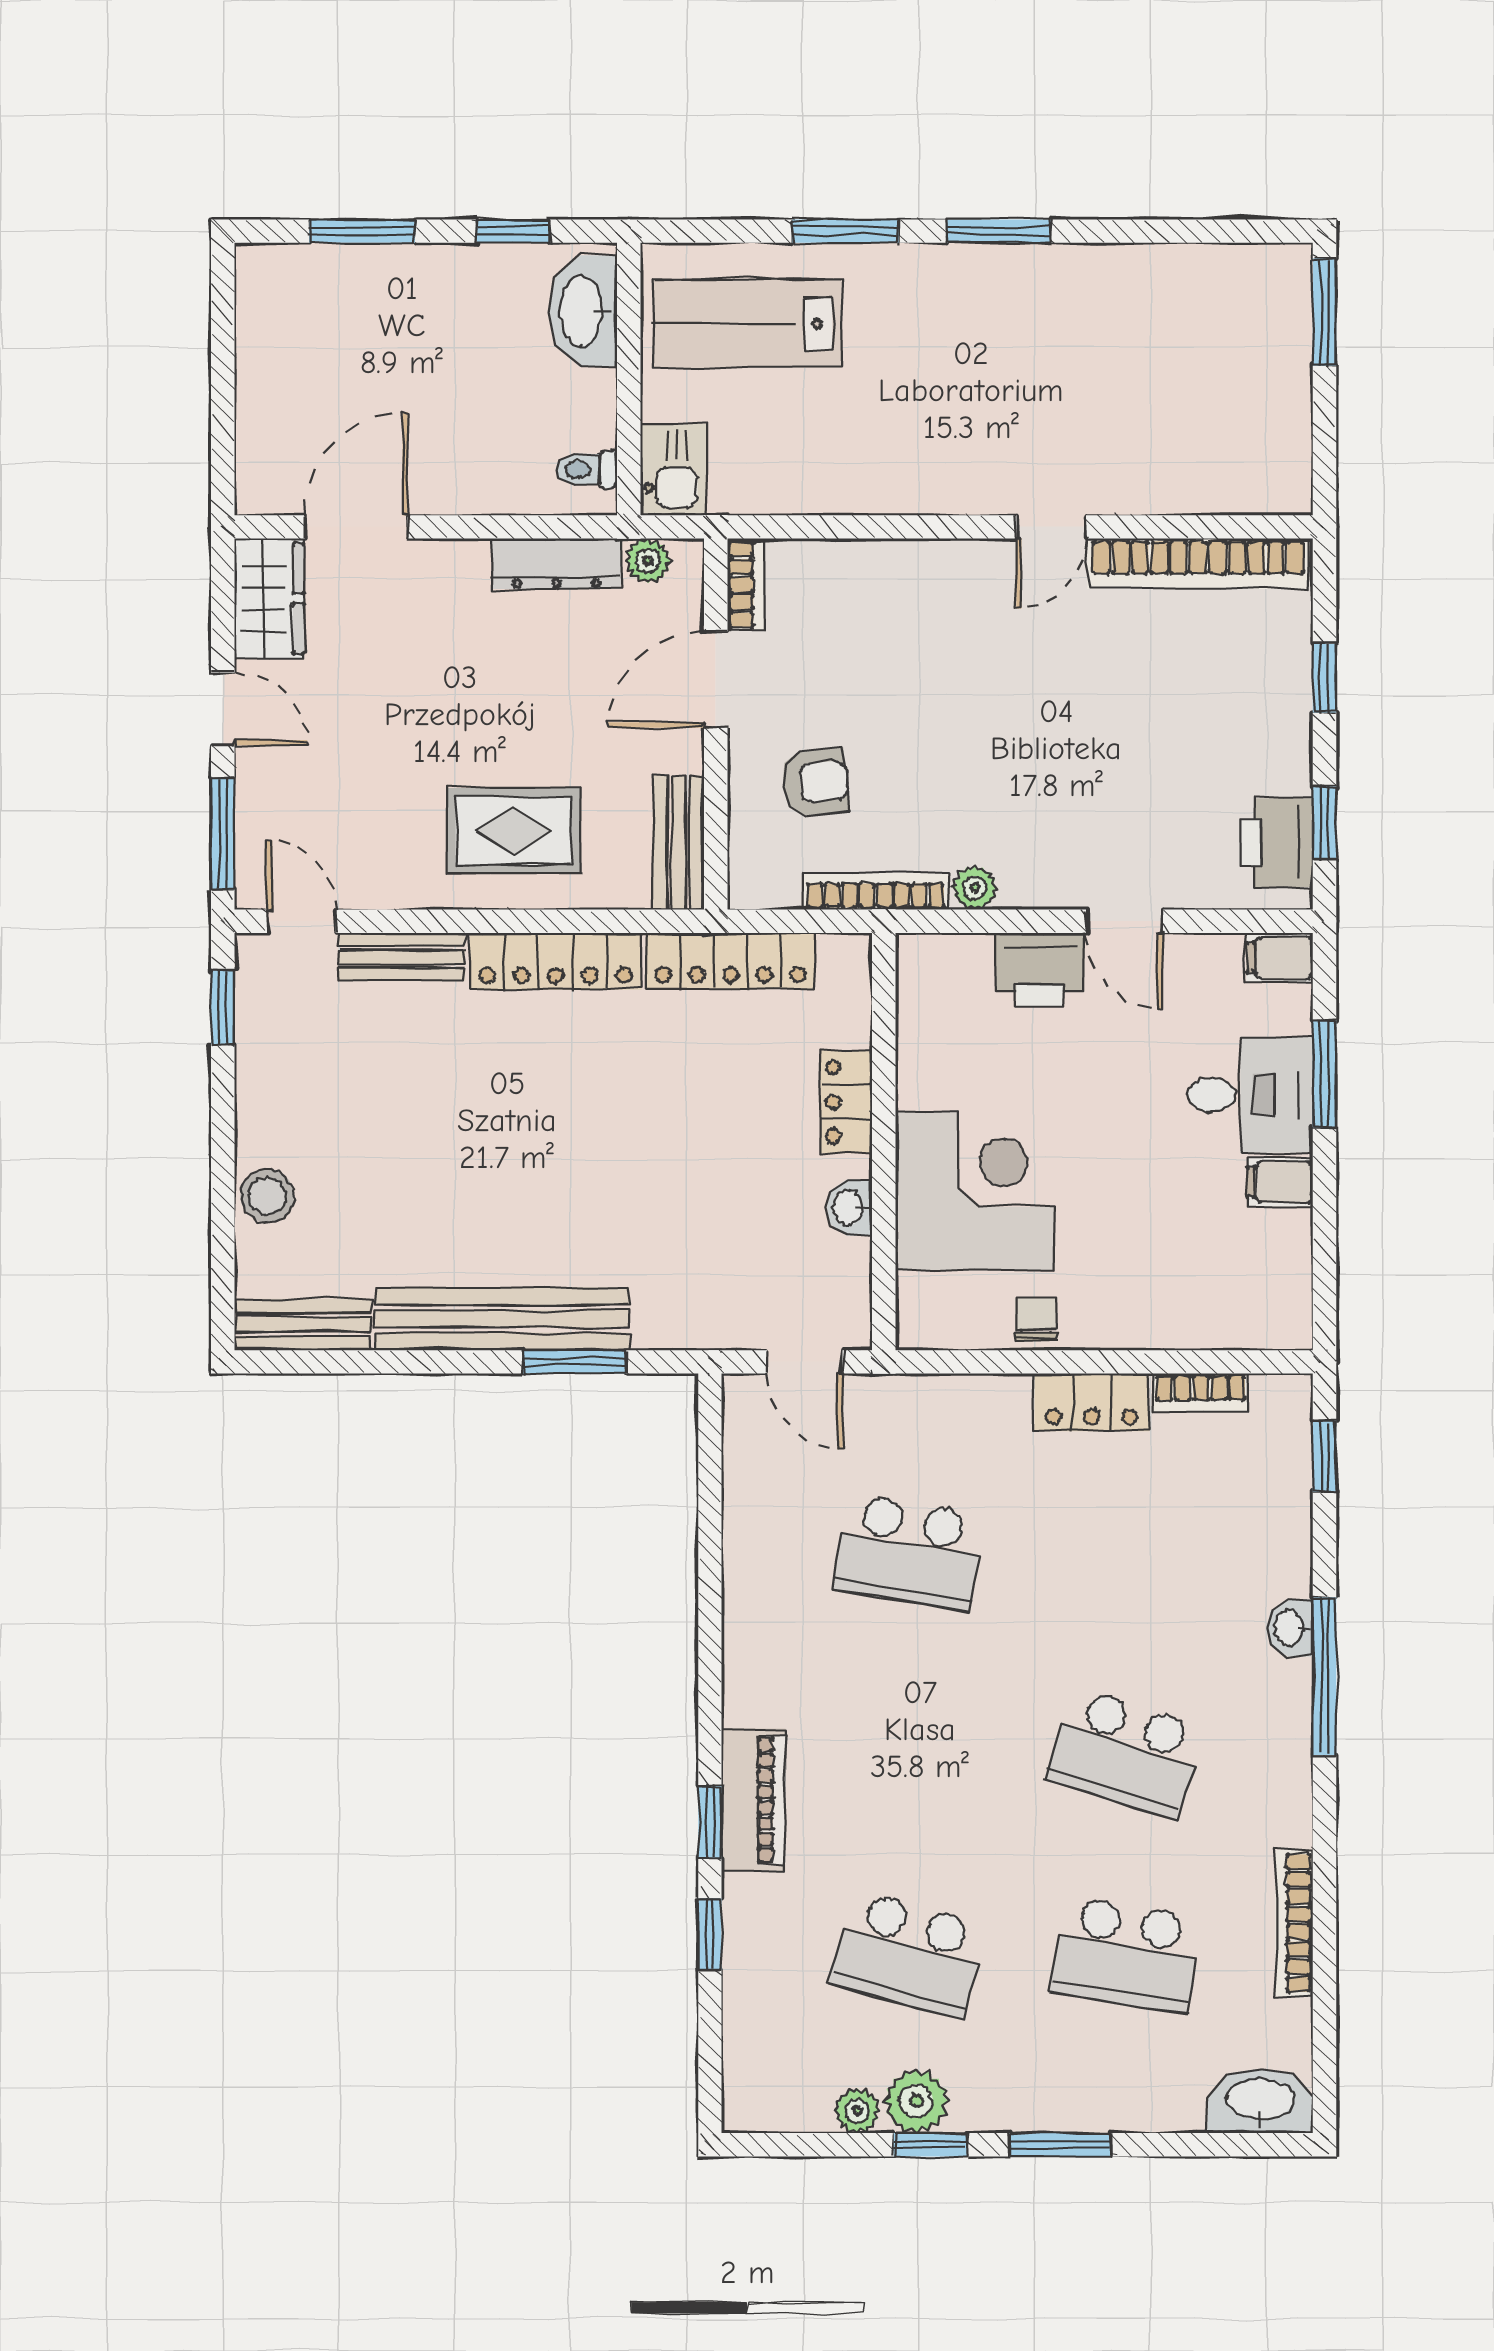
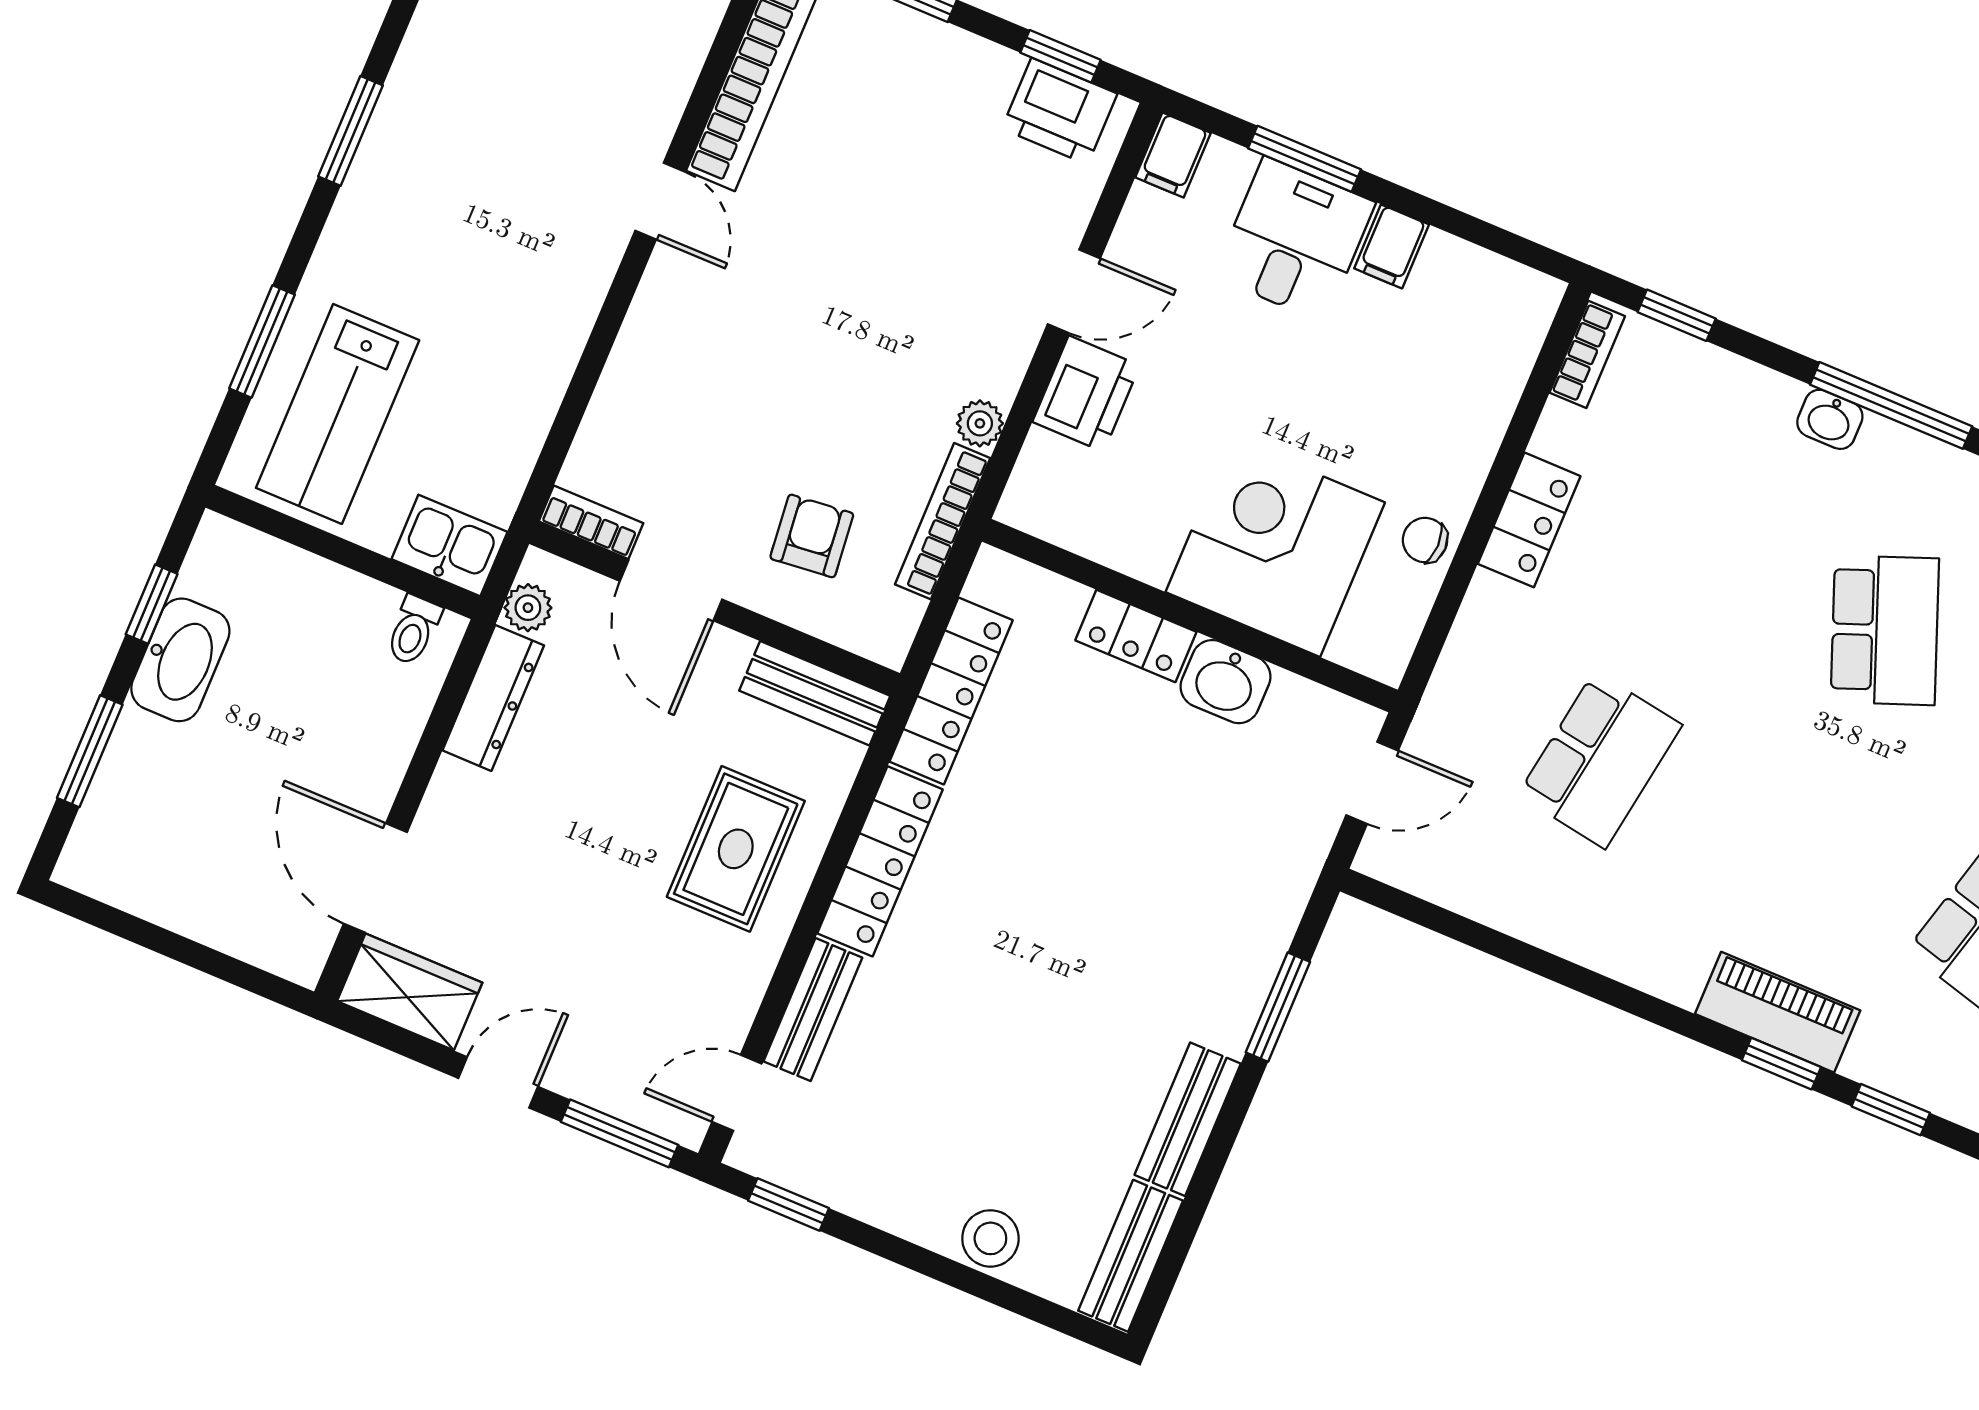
window: (845, 231) -> (262, 341), moved
washbasin: (583, 311) -> (180, 660), moved, turned -90
washbasin: (850, 1208) -> (1225, 682), width x1.38, depth x1.45
bench: (502, 1319) -> (1188, 1119), width x0.54, depth x0.82
bookcase: (1201, 1392) -> (1587, 354), moved
school desk: (1126, 1753) -> (1885, 630), turned -39

